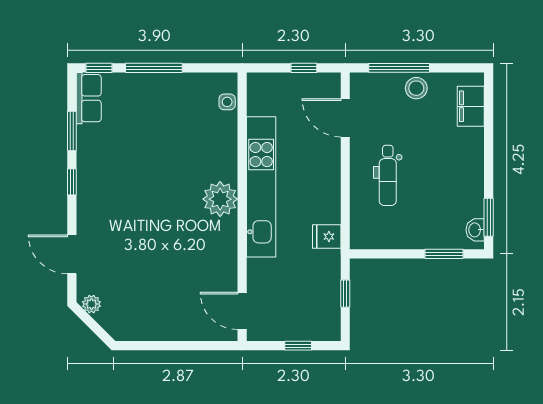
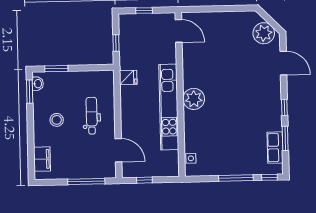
stool: (416, 88) -> (57, 120), moved
row of seats: (89, 98) -> (275, 148), moved
plant: (91, 304) -> (264, 33), width x1.88, depth x1.88

